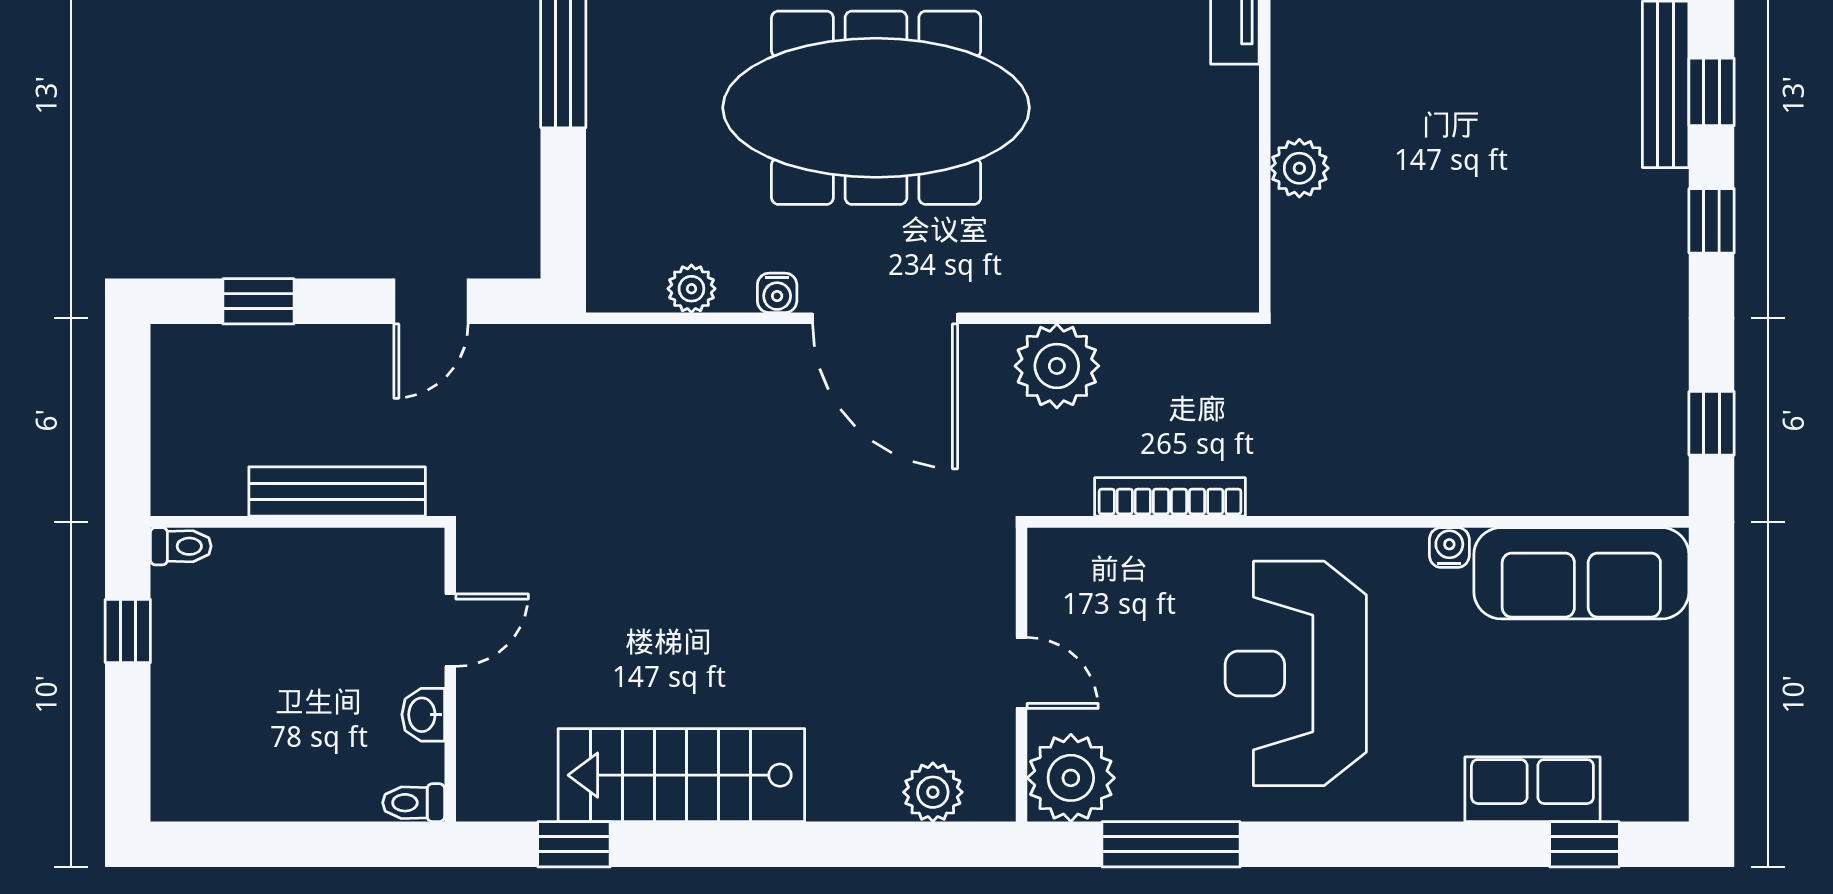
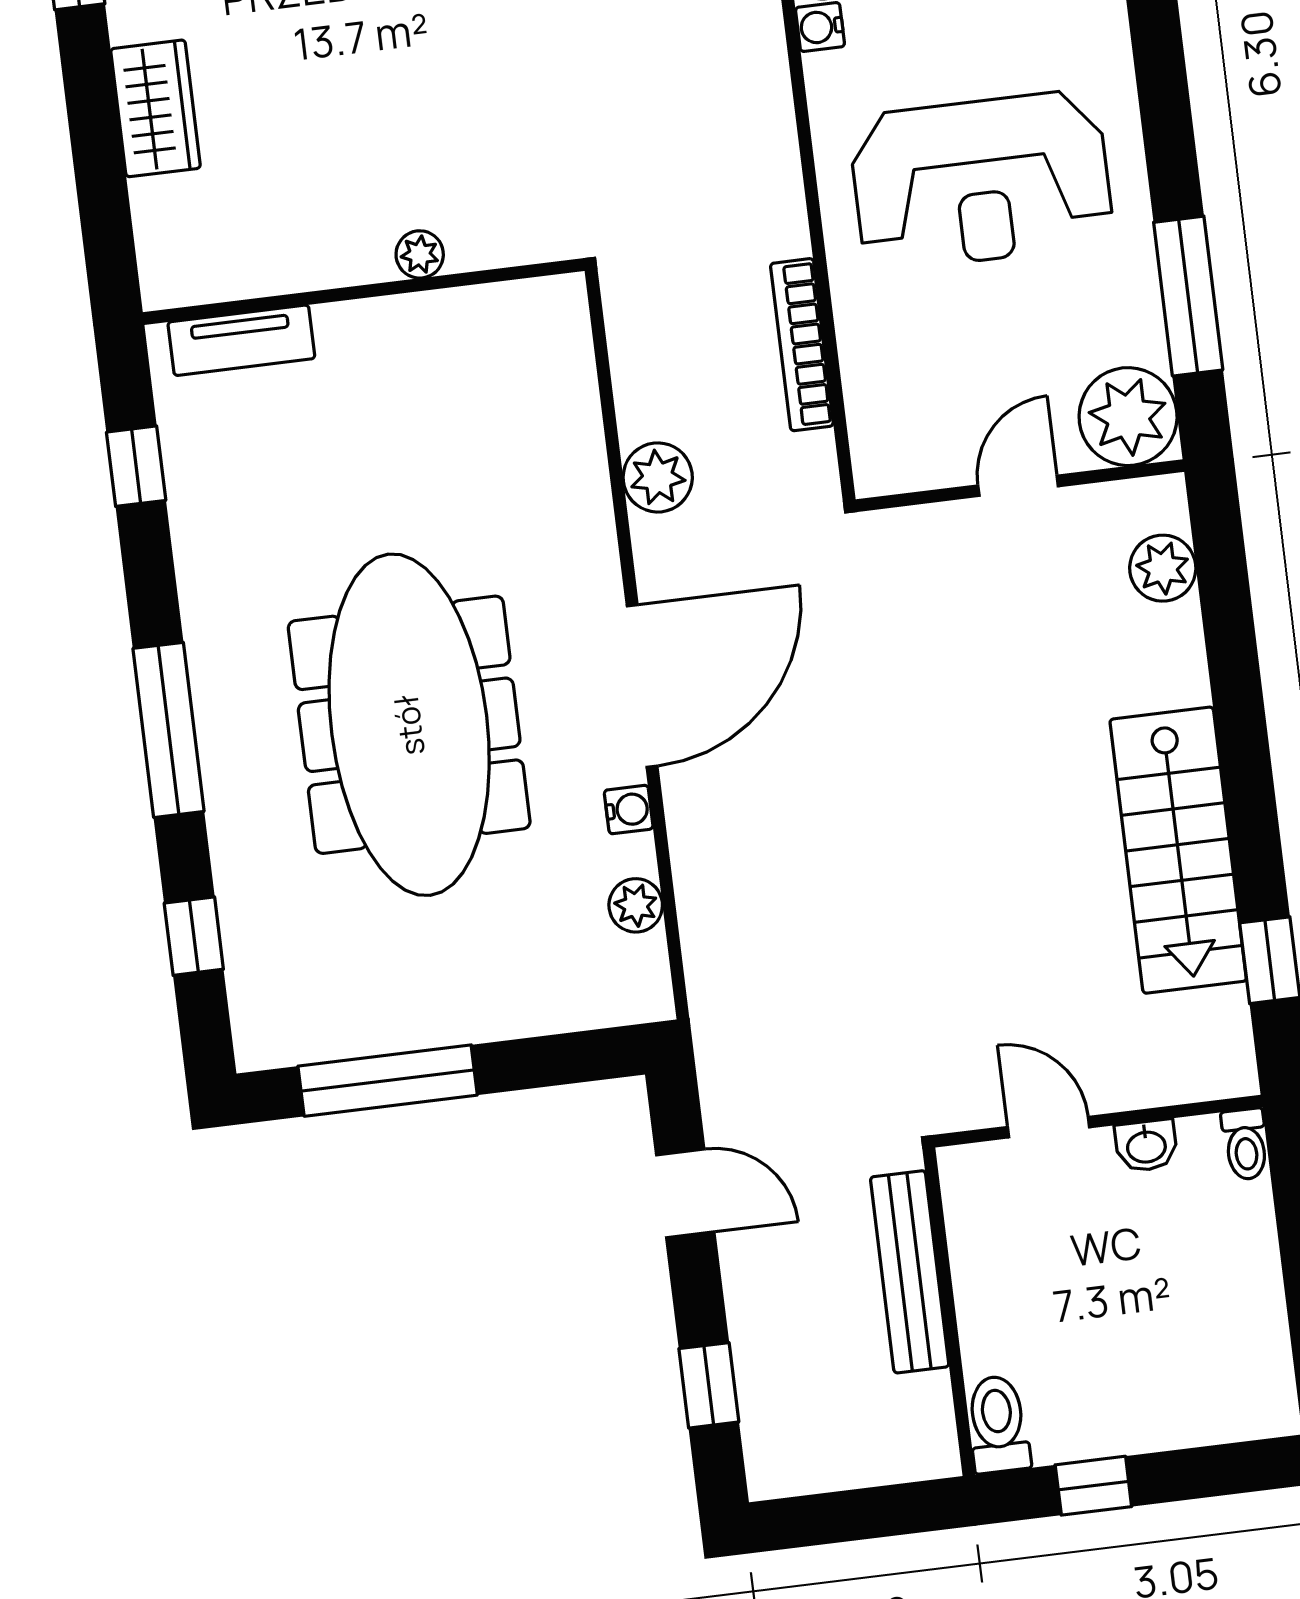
plant: (1299, 168) -> (420, 254), width x0.73, depth x0.73
plant: (1057, 366) -> (658, 477), width x0.73, depth x0.73
toilet: (181, 546) -> (998, 1424), width x1.37, depth x1.39

